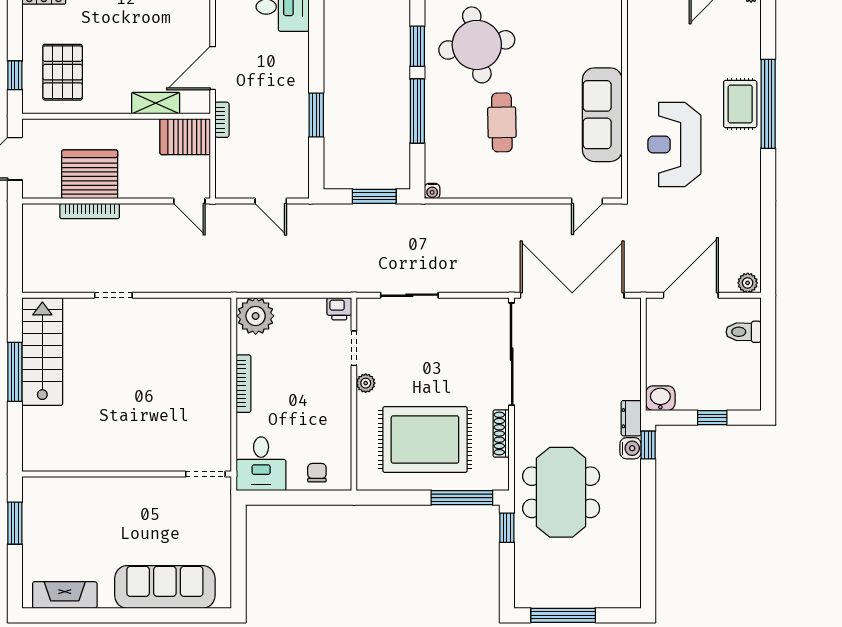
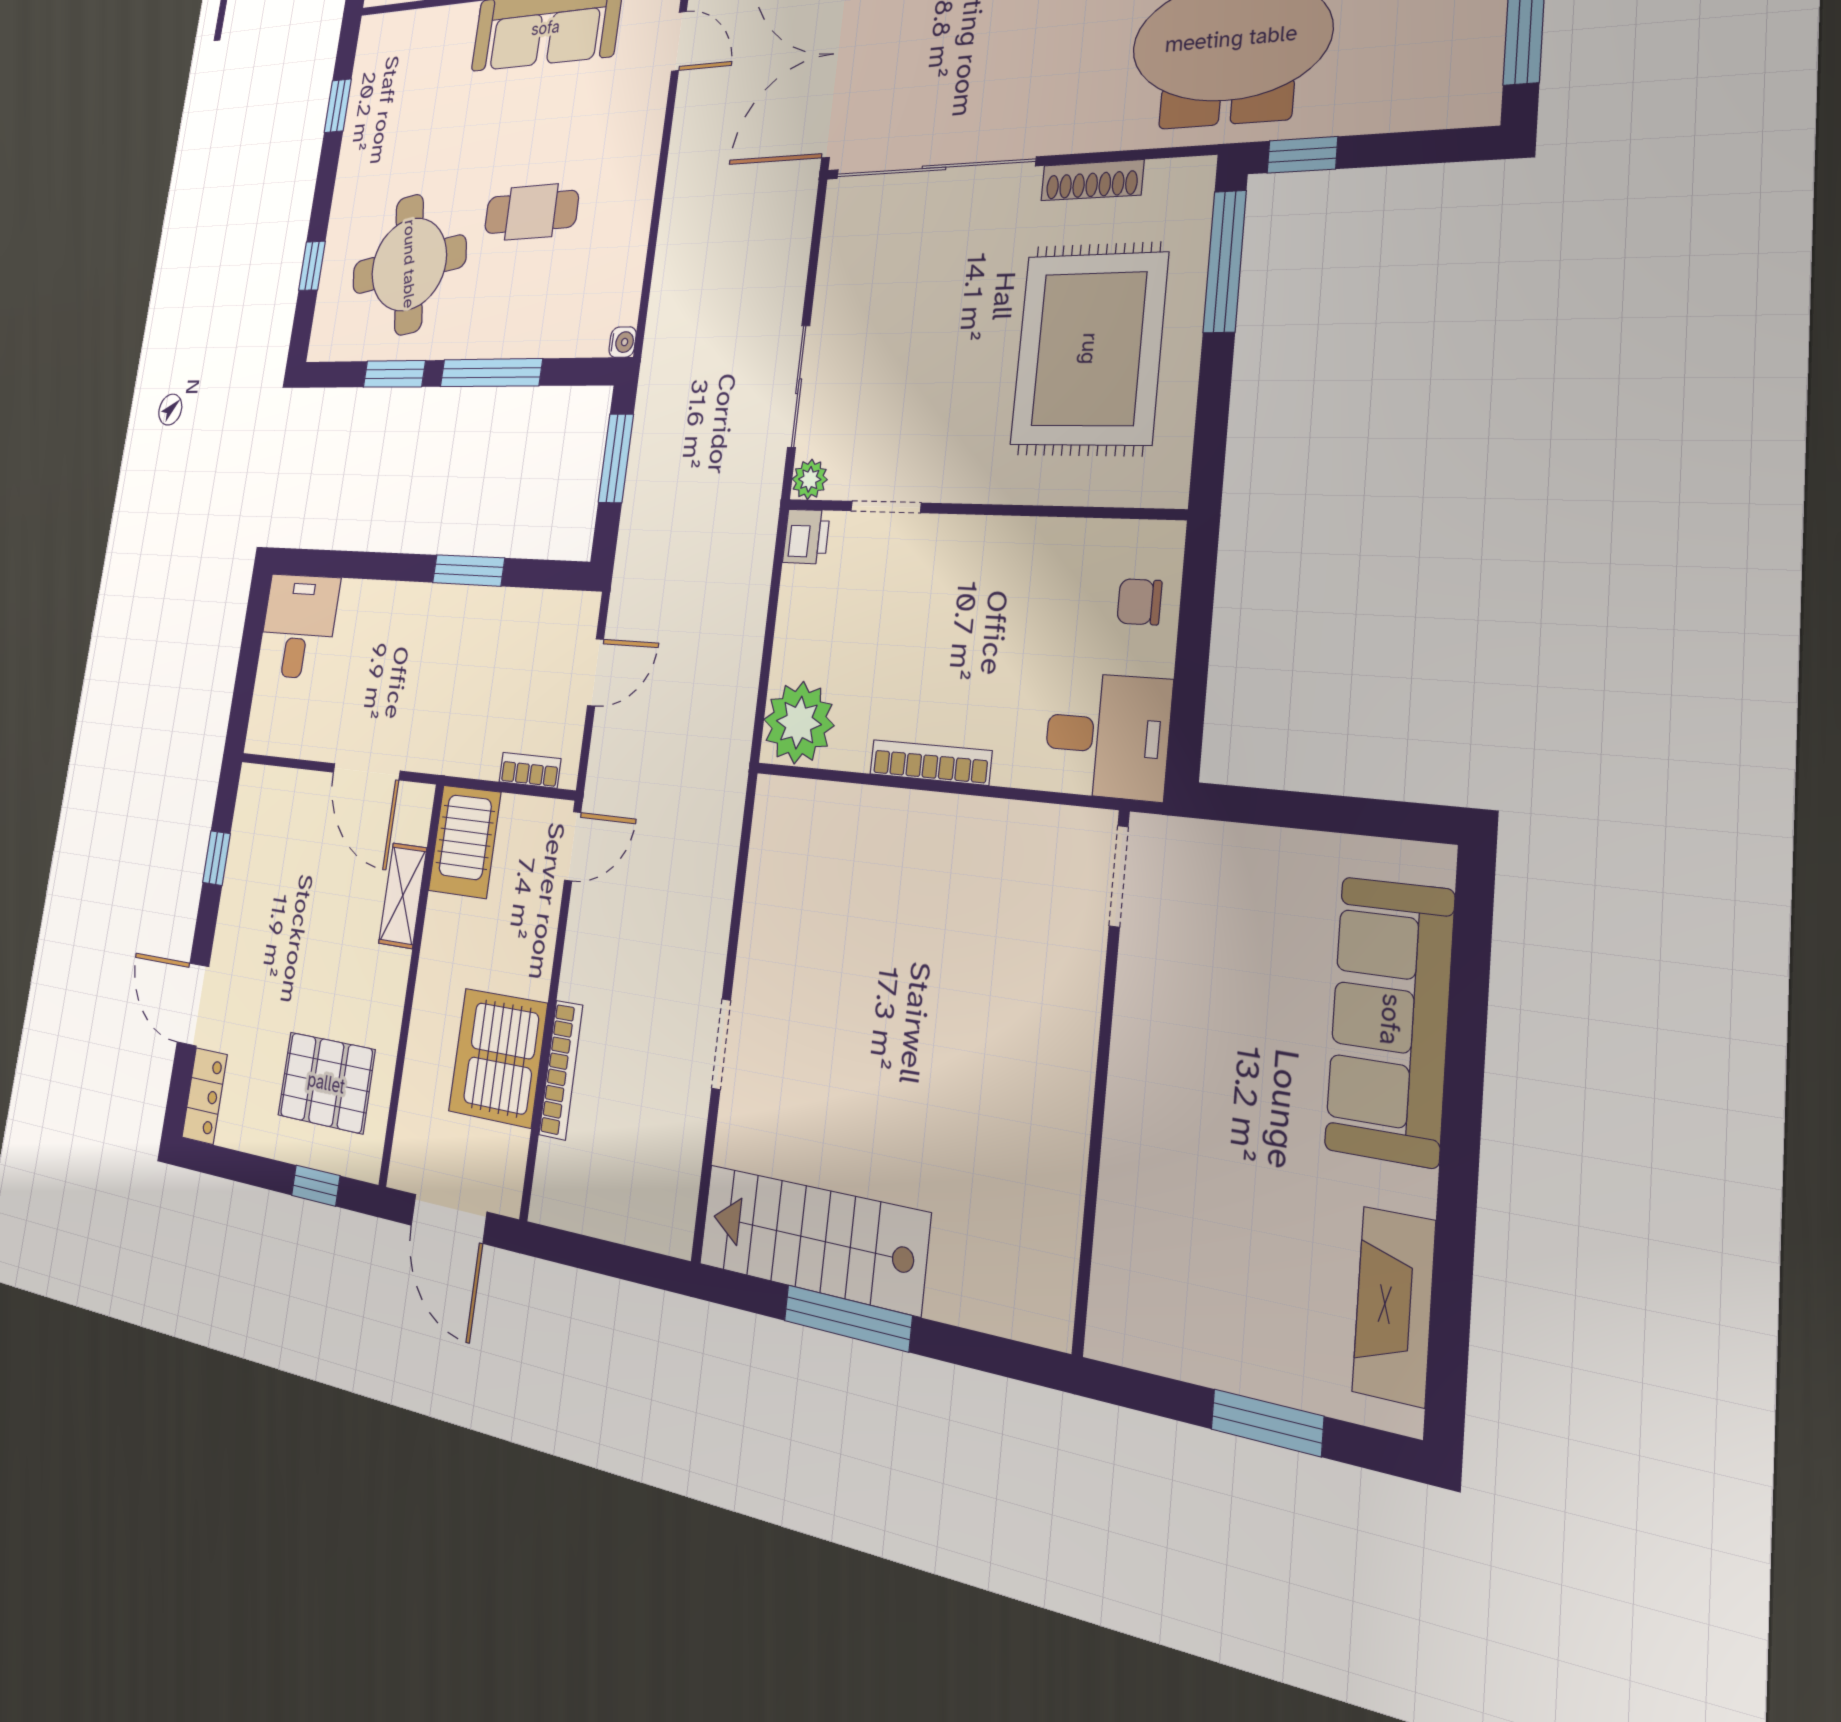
bookcase: (222, 120) -> (530, 770), moved
plant: (366, 383) -> (810, 479), moved
window: (15, 523) -> (1267, 1423), moved

